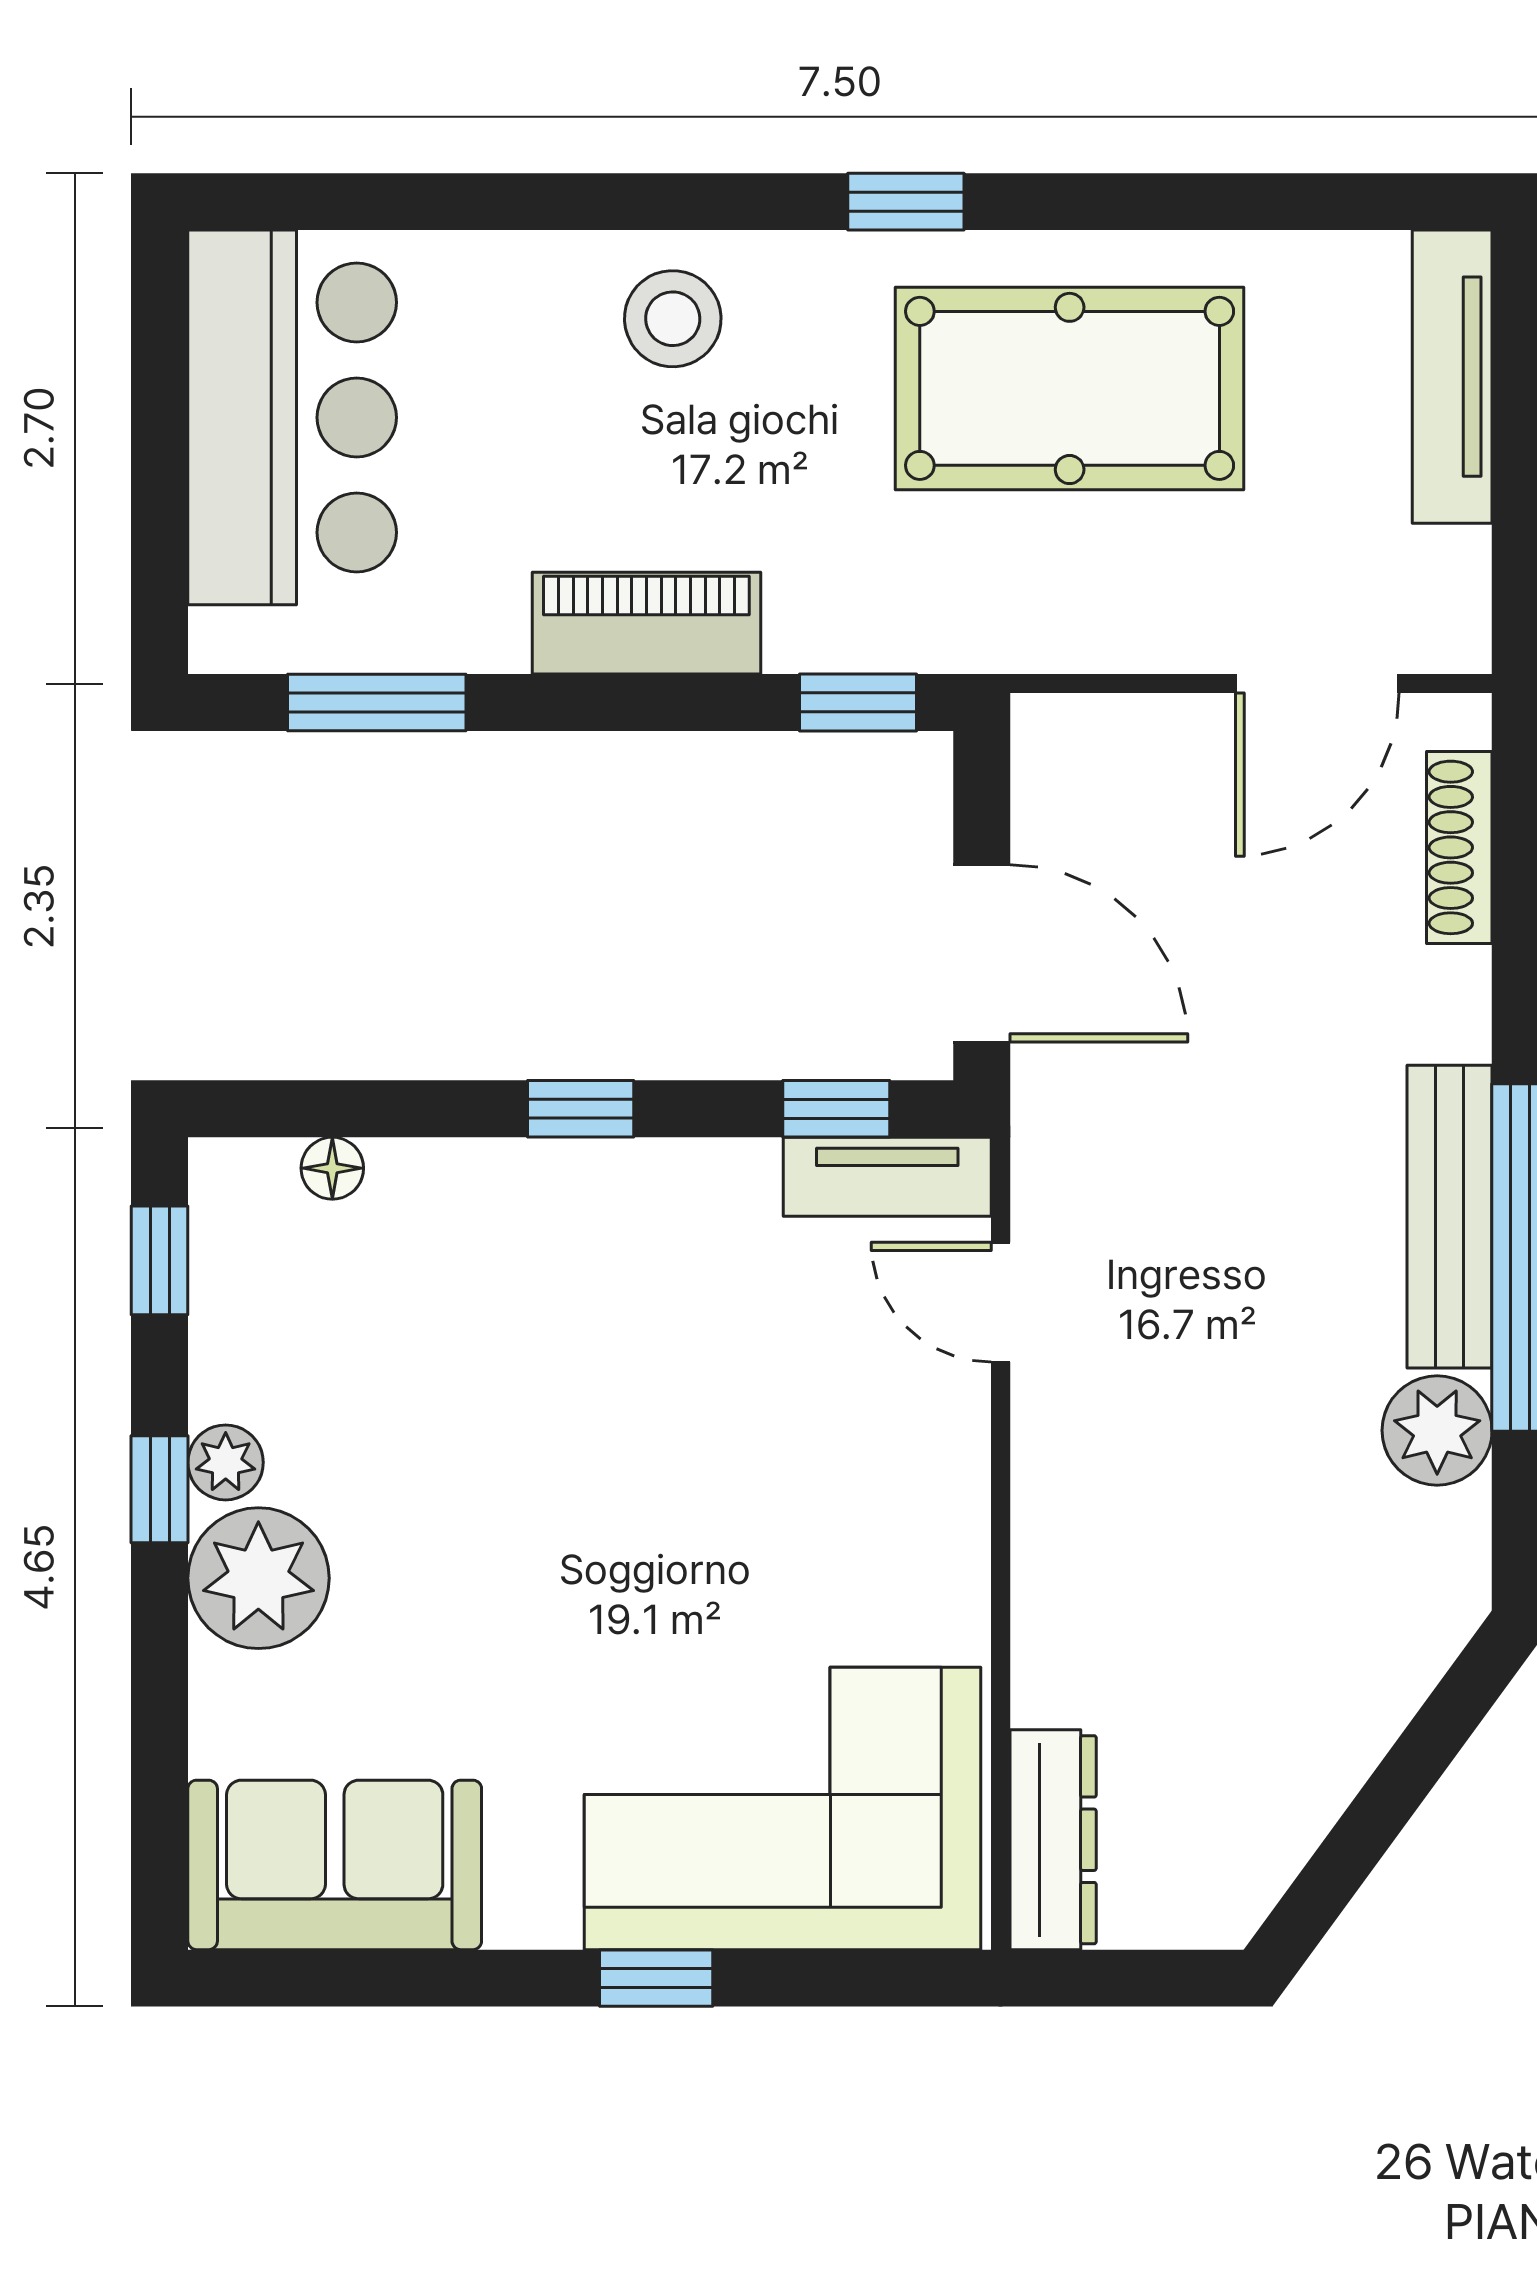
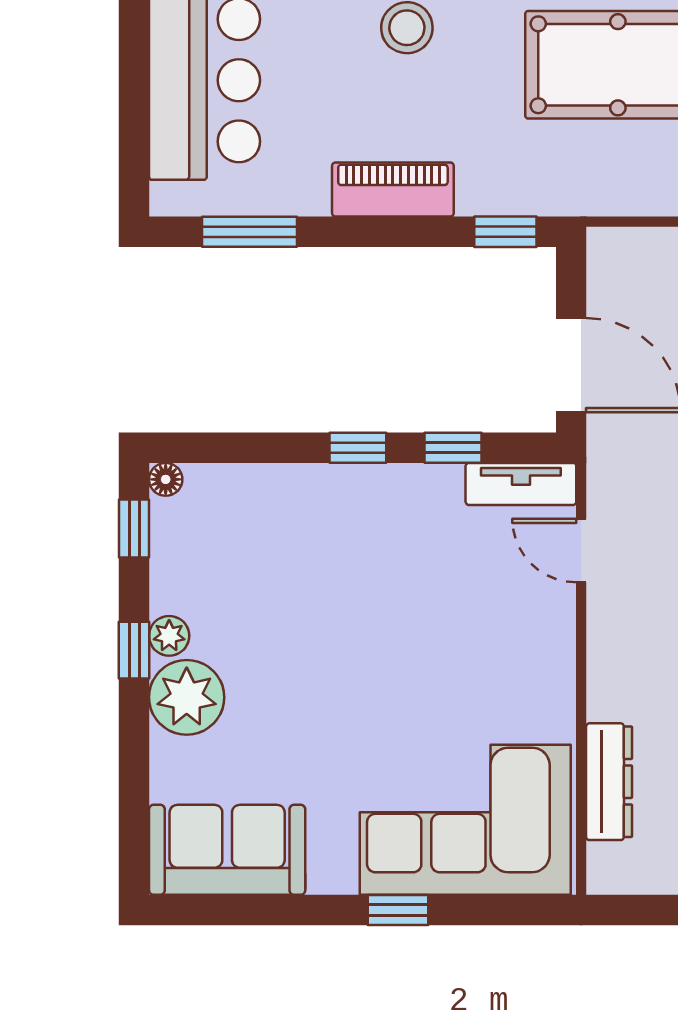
window: (836, 1109) -> (453, 448), moved
floor lamp: (332, 1168) -> (166, 479), moved
dresser: (1053, 1840) -> (609, 782), moved

